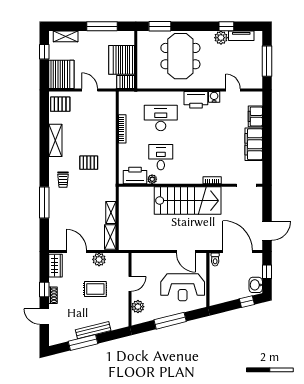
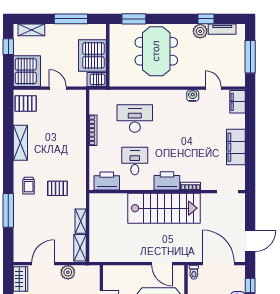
printer: (196, 100) -> (167, 181), moved, turned 180
filing cabinet: (255, 116) -> (237, 102), moved
pallet: (89, 163) -> (57, 188), moved
plant: (152, 179) -> (125, 185), removed
door: (76, 251) -> (43, 264), hinge flipped

